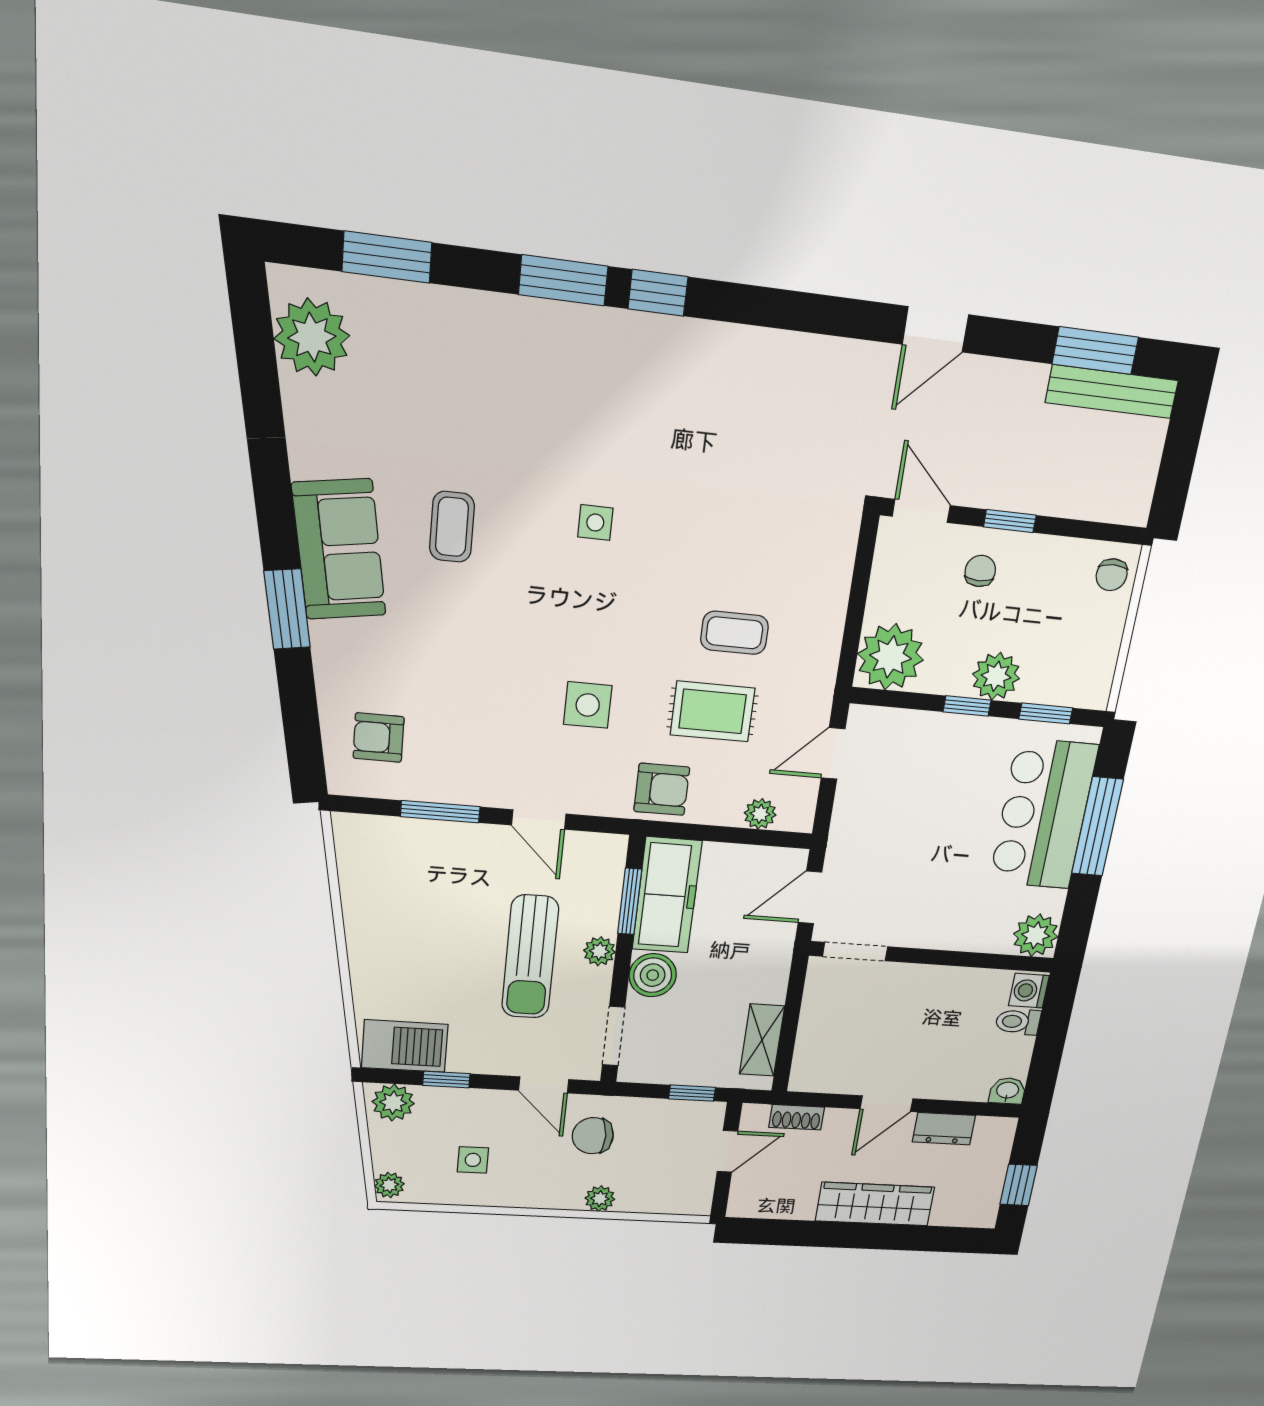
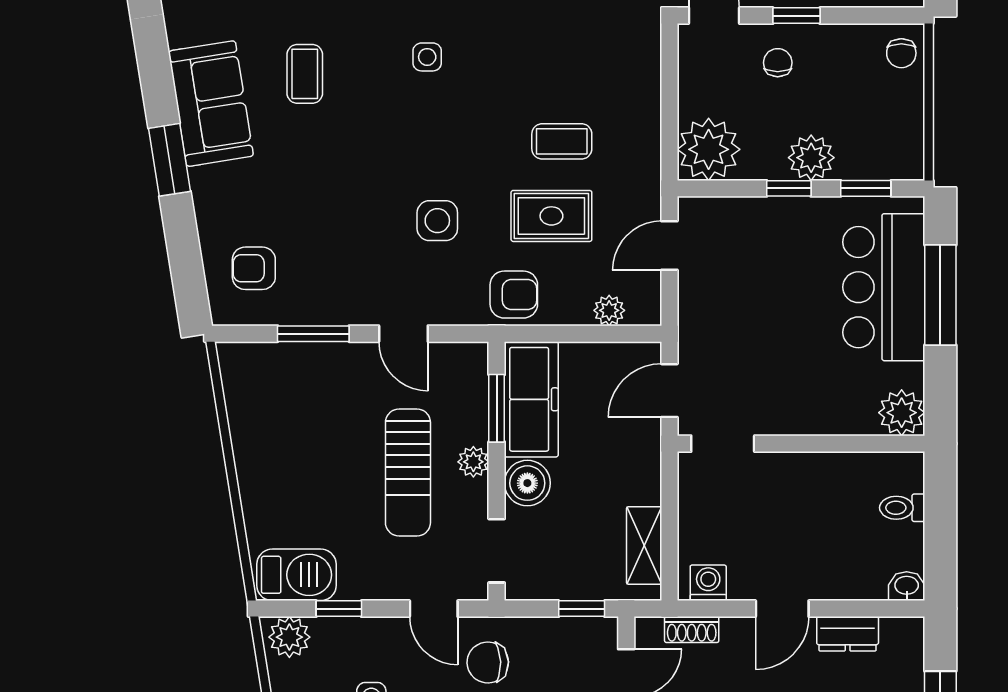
washing machine: (1029, 991) -> (708, 583), moved, turned 90

